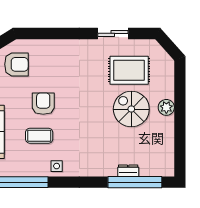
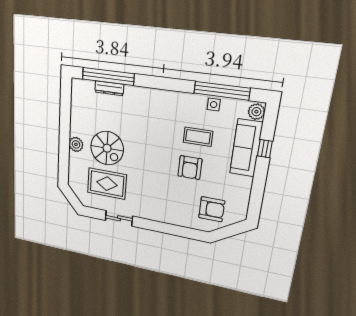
armchair: (16, 64) -> (212, 209), turned 180
side table: (57, 166) -> (214, 105), moved
dresser: (128, 171) -> (109, 88), width x1.44

